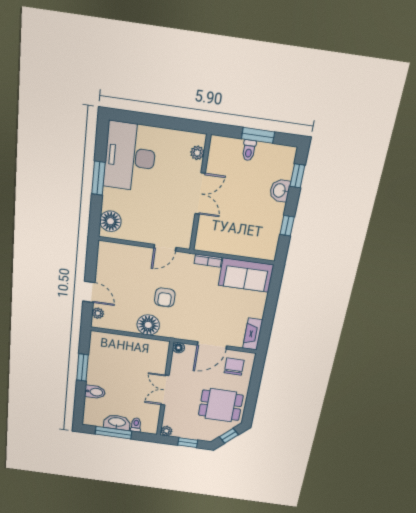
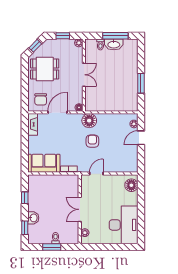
window: (98, 178) -> (141, 210), removed
door: (89, 292) -> (141, 138), hinge flipped
floor lamp: (148, 325) -> (89, 121), moved
bidet: (95, 392) -> (131, 66), removed

